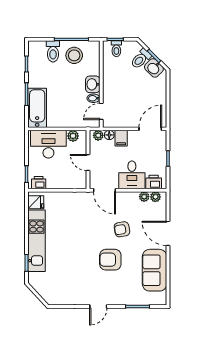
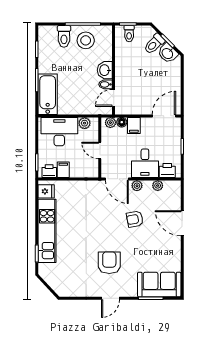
filing cabinet: (52, 181) -> (63, 170), added
plant: (155, 197) -> (137, 186), moved
armchair: (110, 260) -> (109, 263), moved, turned 90
sofa: (155, 270) -> (159, 285), moved, turned 90

